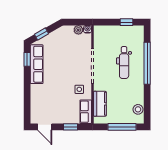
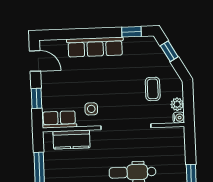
coffee table: (67, 46) -> (153, 89), added
row of seats: (37, 64) -> (95, 47), moved
door: (45, 127) -> (35, 61), swing flipped

